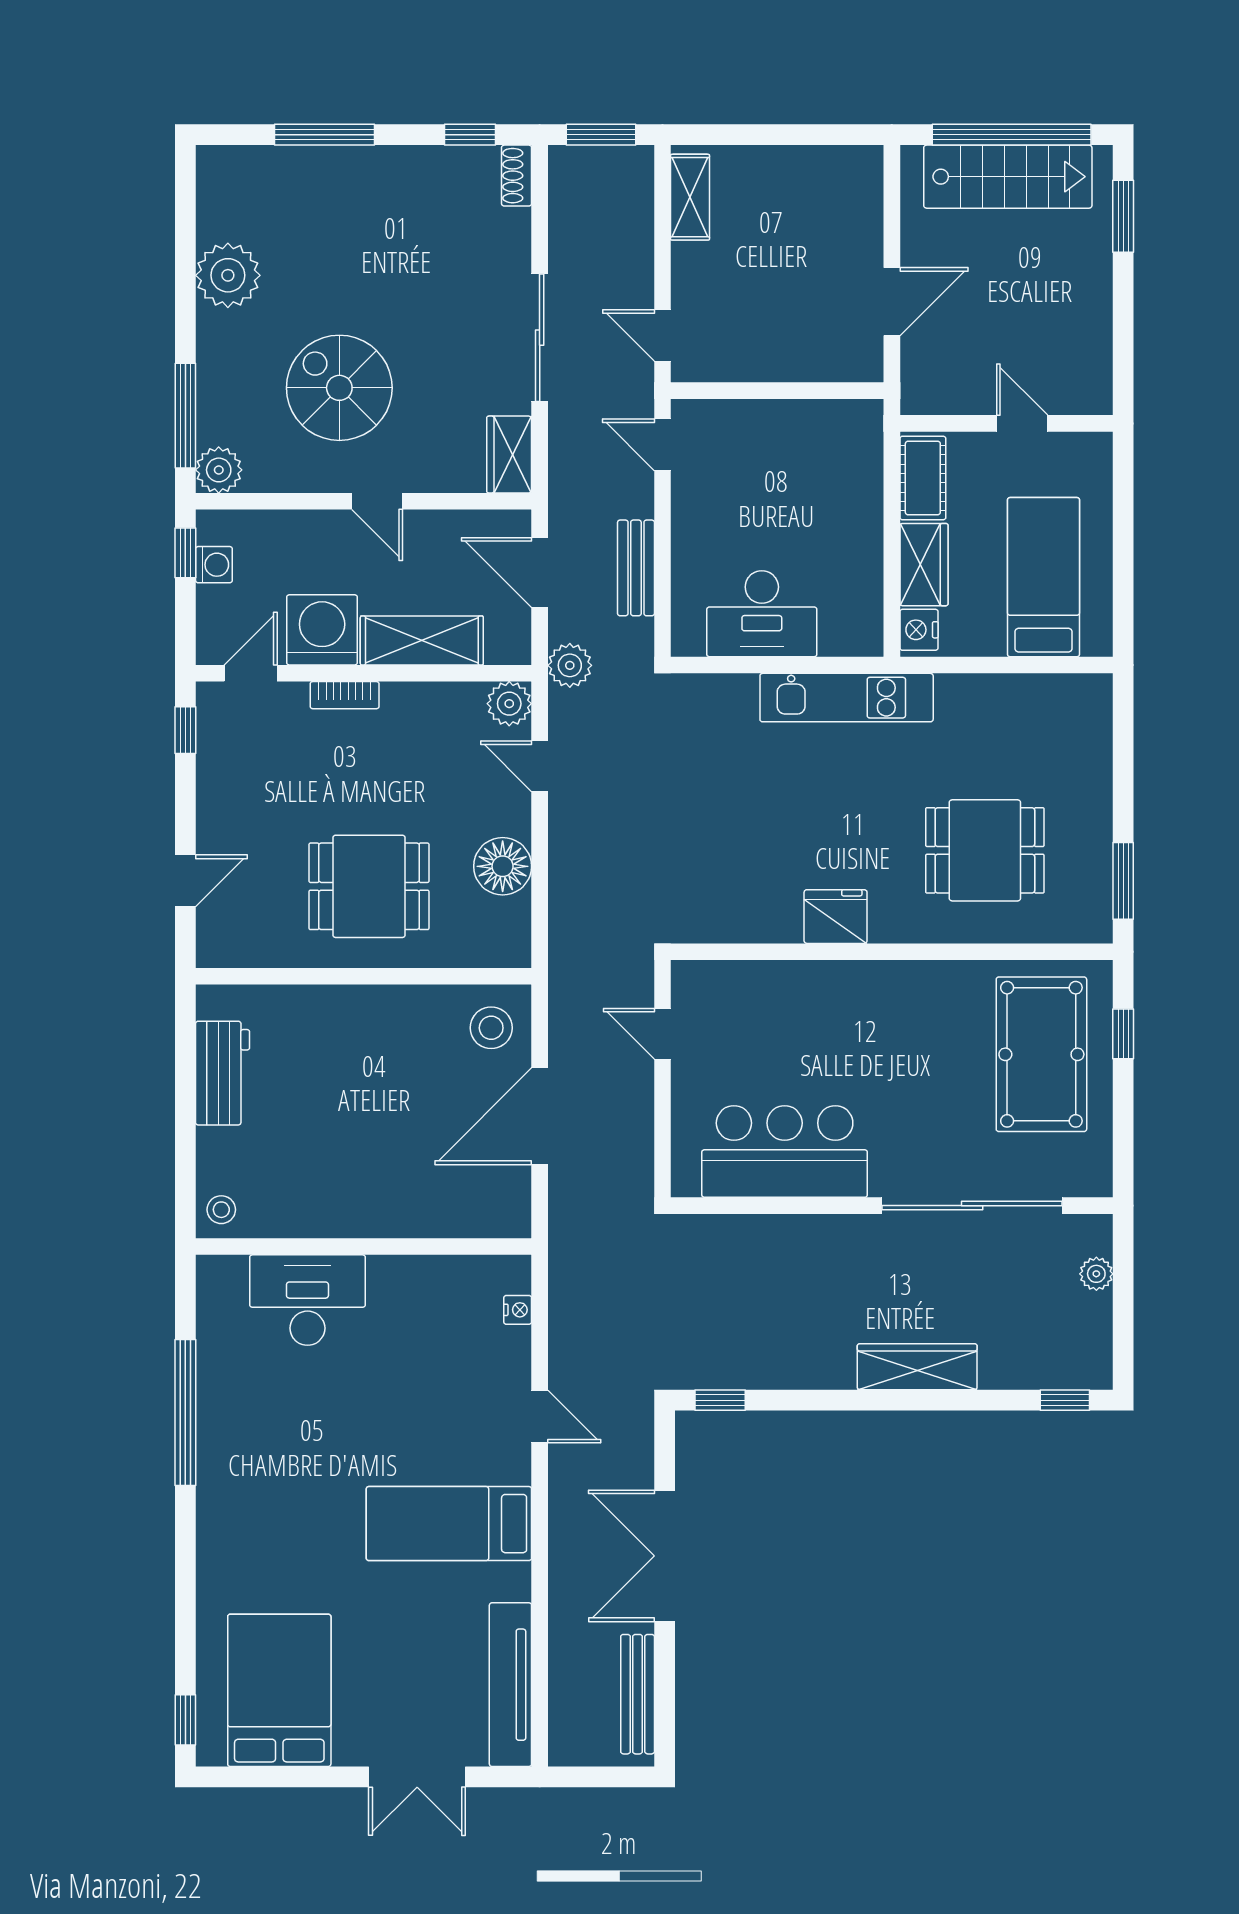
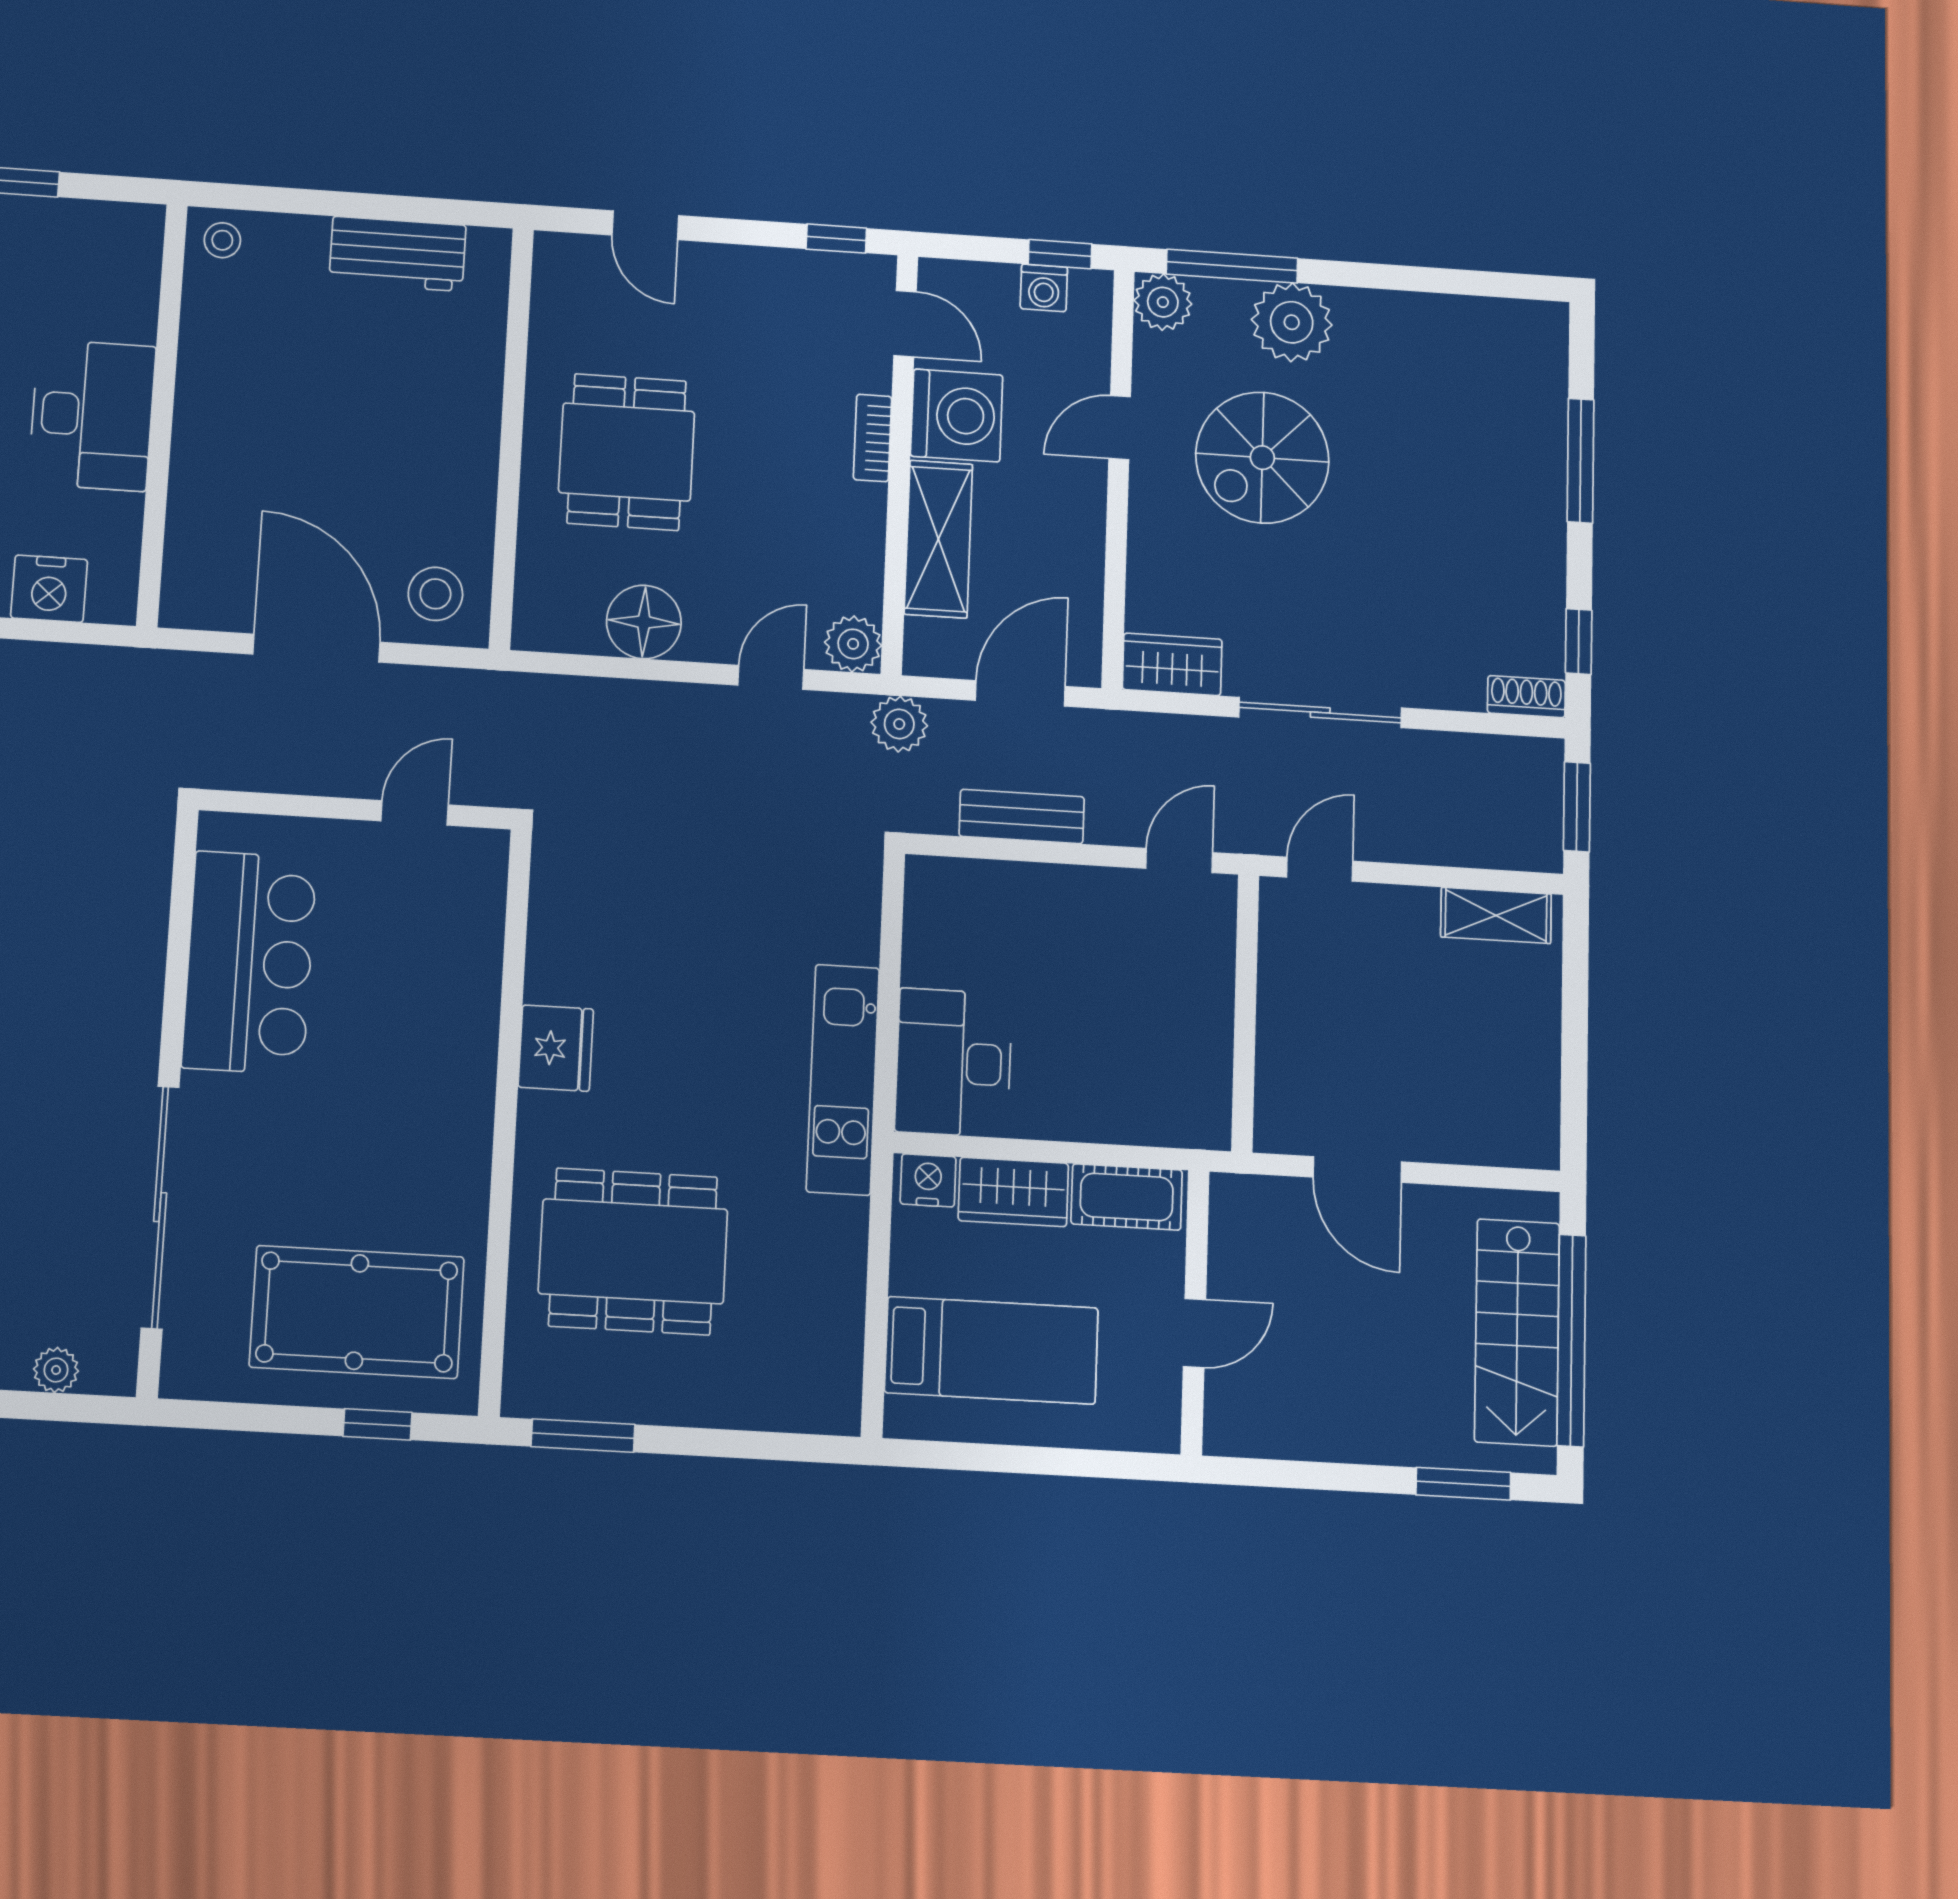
plant: (228, 275) -> (1292, 322), moved
spiral stairs: (339, 388) -> (1262, 458), turned 180
door: (377, 501) -> (1120, 427), moved
desk: (762, 614) -> (953, 1063), moved
dining table: (985, 850) -> (633, 1251), width x1.38
desk: (307, 1300) -> (92, 415), moved
nightstand: (518, 1310) -> (49, 589), width x1.89, depth x1.79

